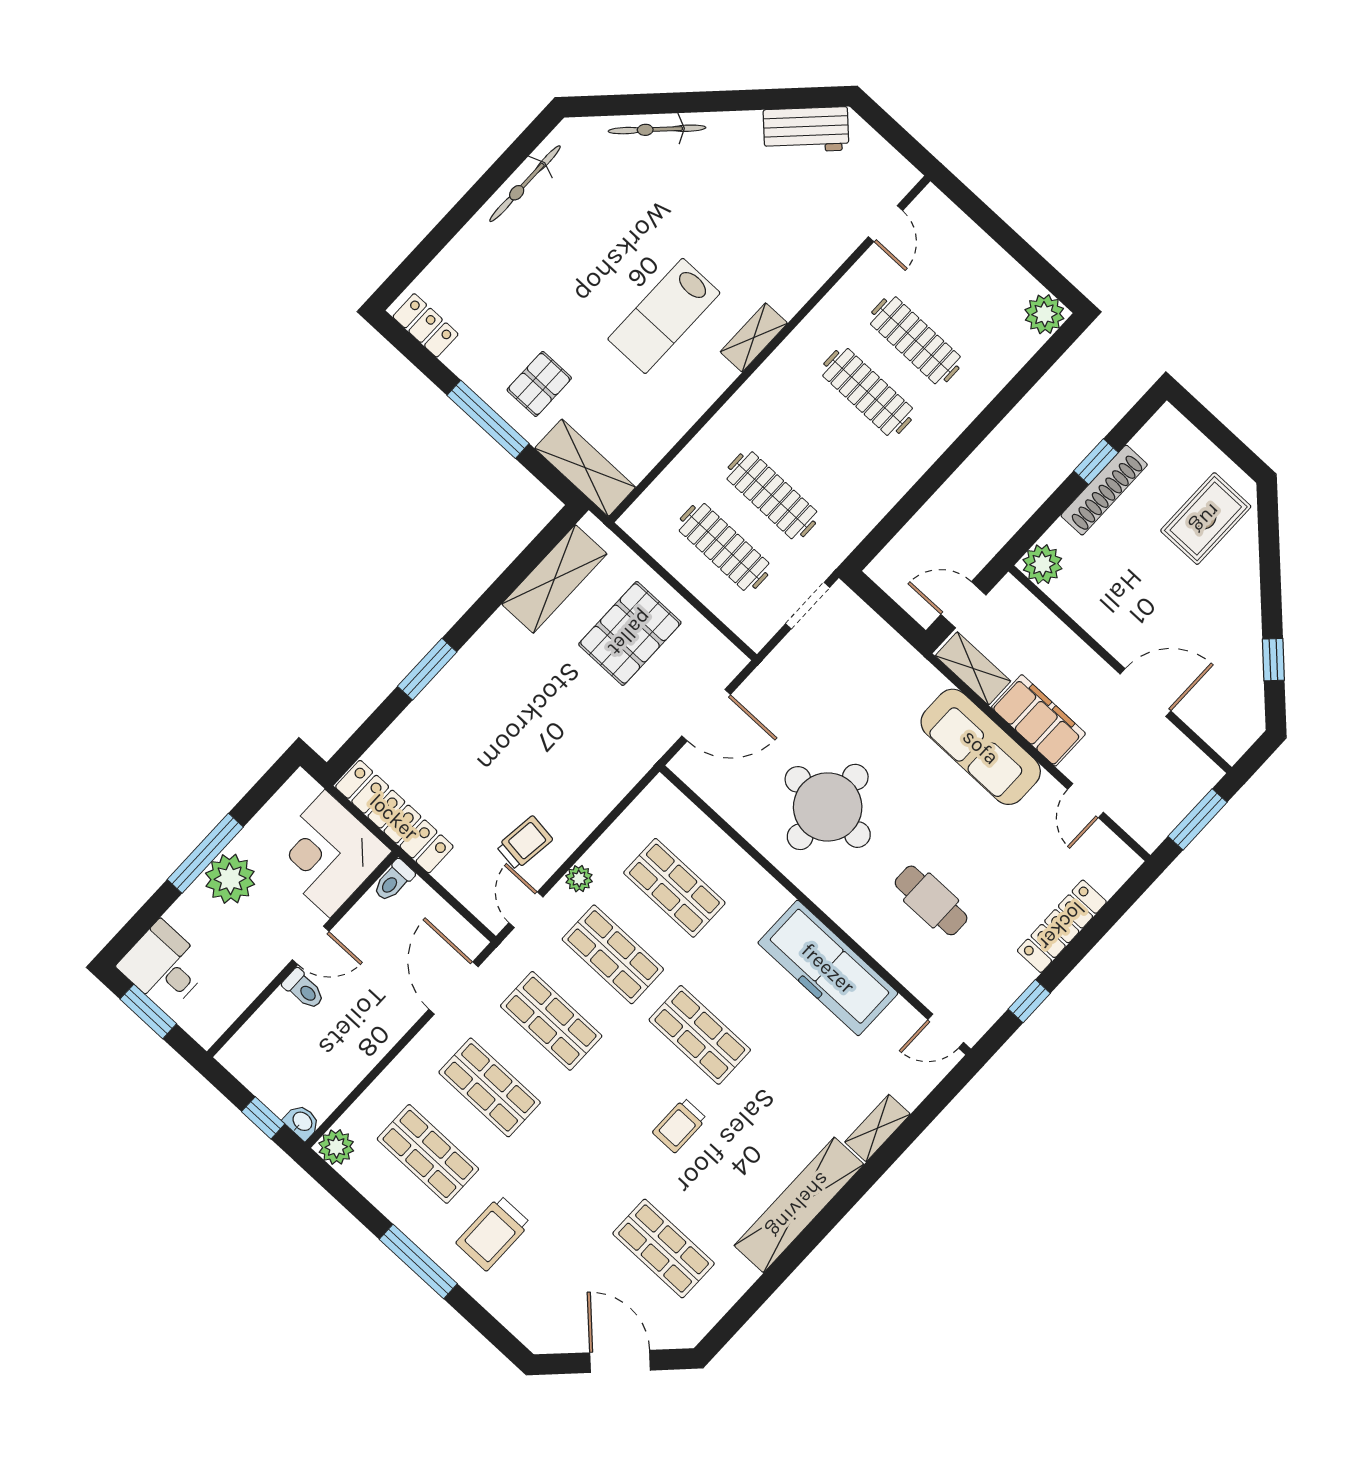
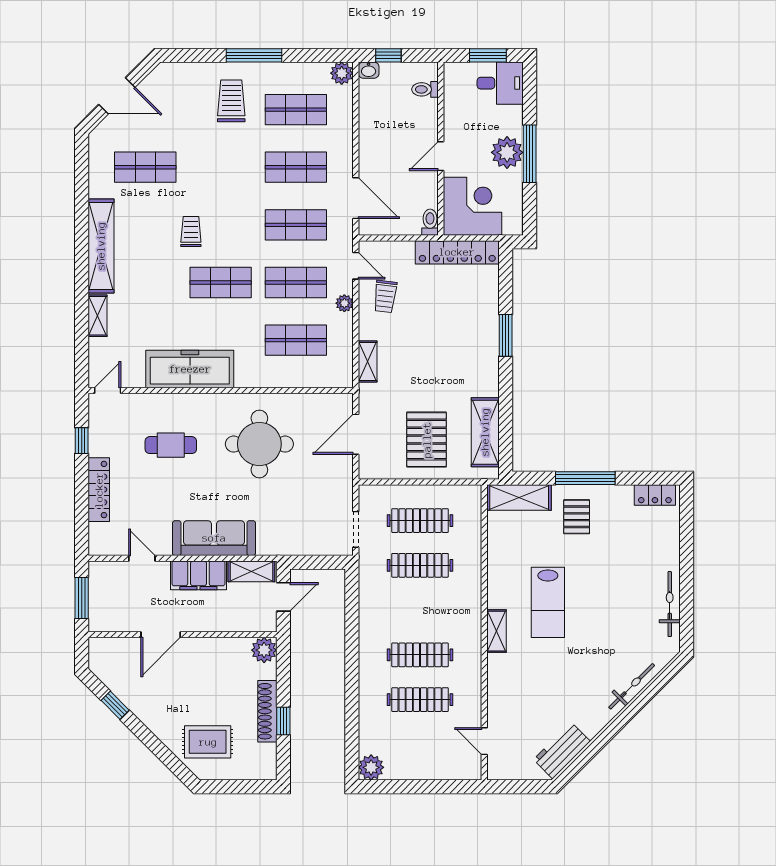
lab bench: (664, 316) -> (548, 602), turned 180
rug: (1206, 519) -> (208, 742), turned 90
shelving: (614, 787) -> (368, 361), added
toilet: (304, 989) -> (425, 89), moved

